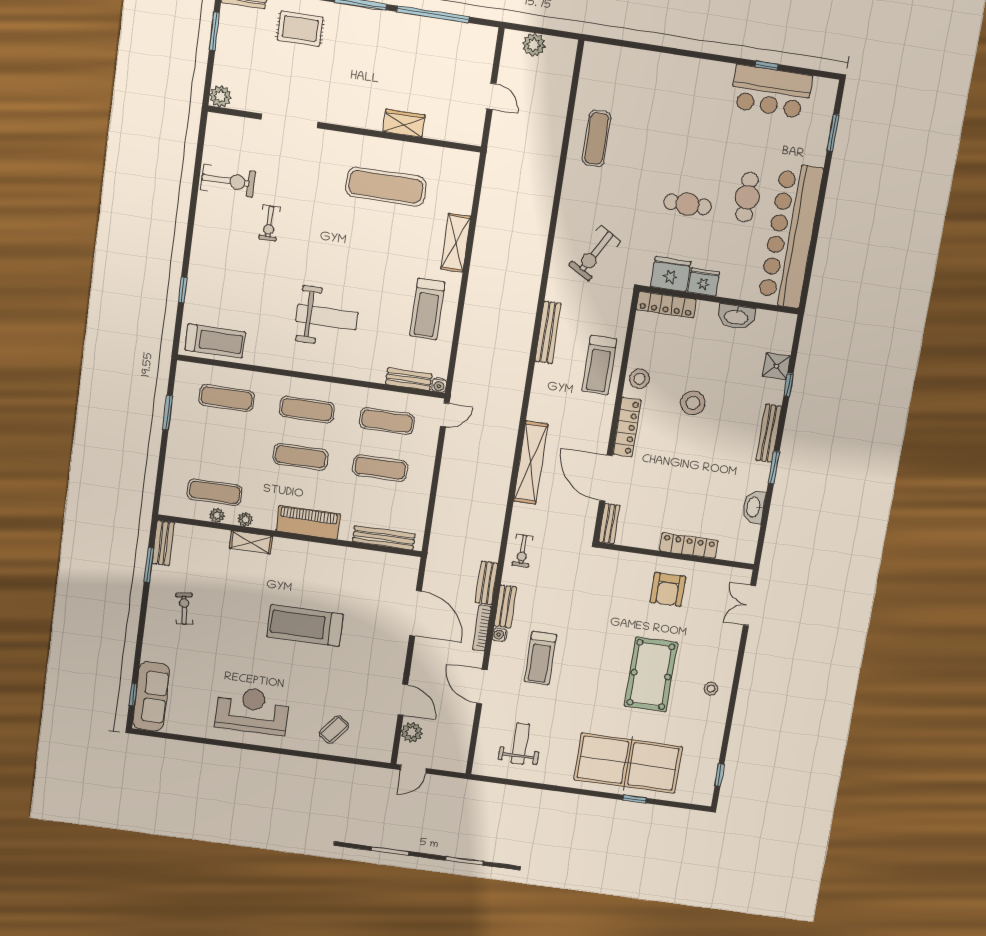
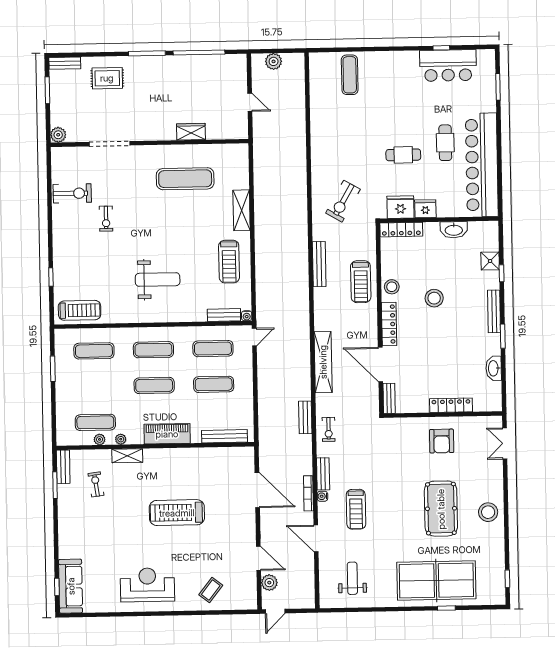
exercise mat: (597, 139) -> (350, 75), moved
bench: (486, 583) -> (305, 417), moved
exercise bike: (184, 609) -> (96, 484), moved
stool: (711, 689) -> (488, 512), width x1.89, depth x1.89

